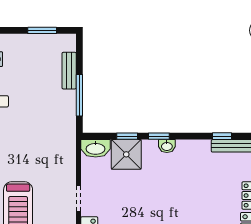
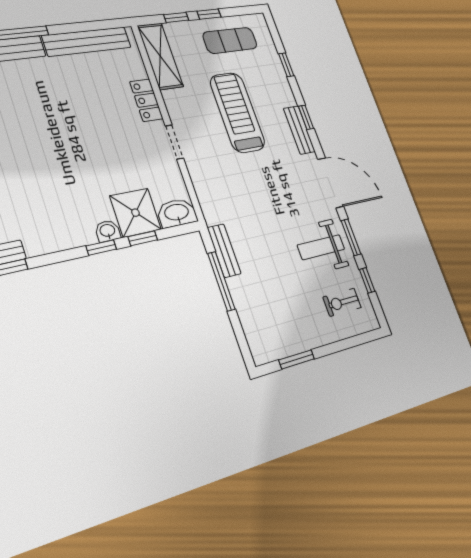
bench: (69, 71) -> (224, 251), moved
washbasin: (167, 146) -> (108, 231), moved

